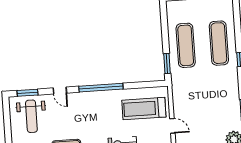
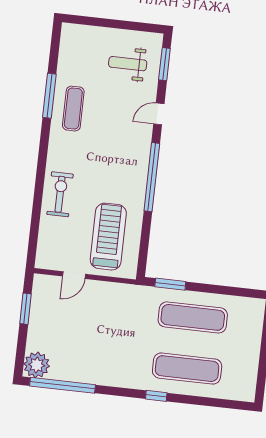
weight bench: (31, 116) -> (128, 64), width x0.73, depth x0.75

